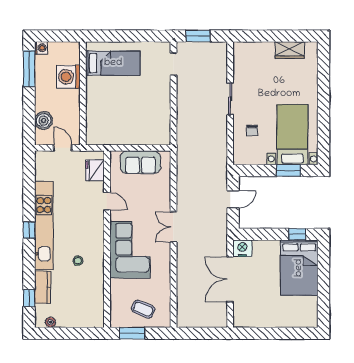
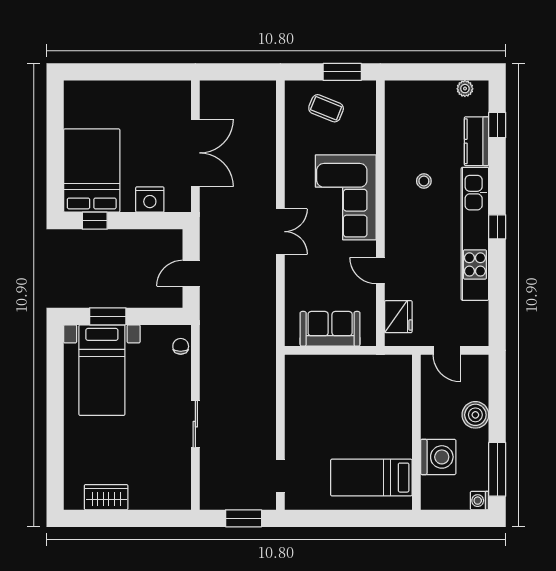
boiler: (44, 121) -> (475, 415), moved
chair: (252, 130) -> (181, 346), moved
nightstand: (242, 248) -> (150, 199), moved

